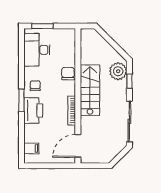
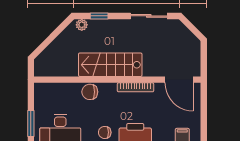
plant: (118, 71) -> (82, 25), width x0.53, depth x0.53
sliding door: (129, 121) -> (149, 16), width x0.73

